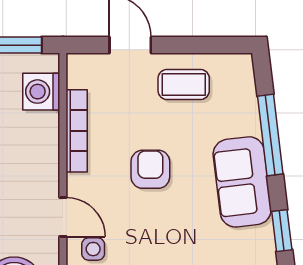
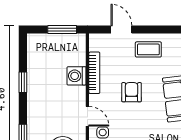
washing machine: (41, 92) -> (76, 76), moved

